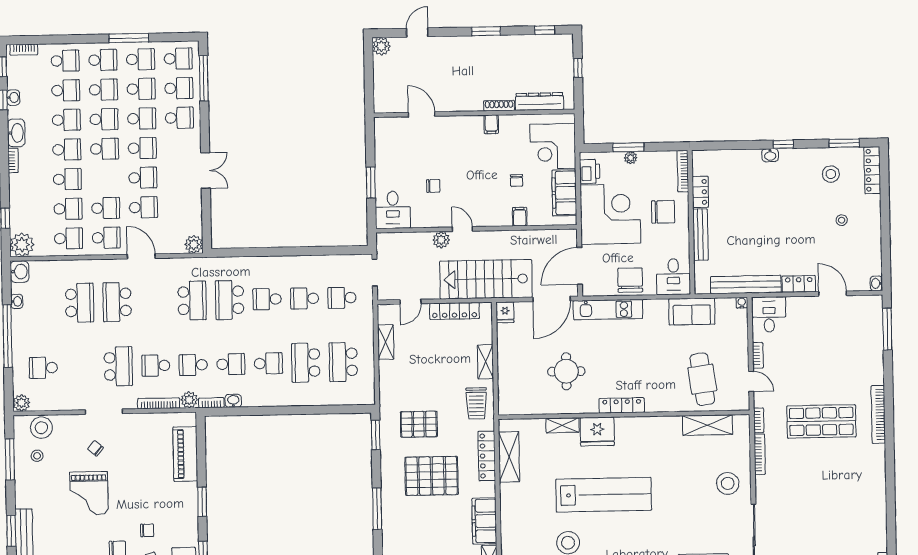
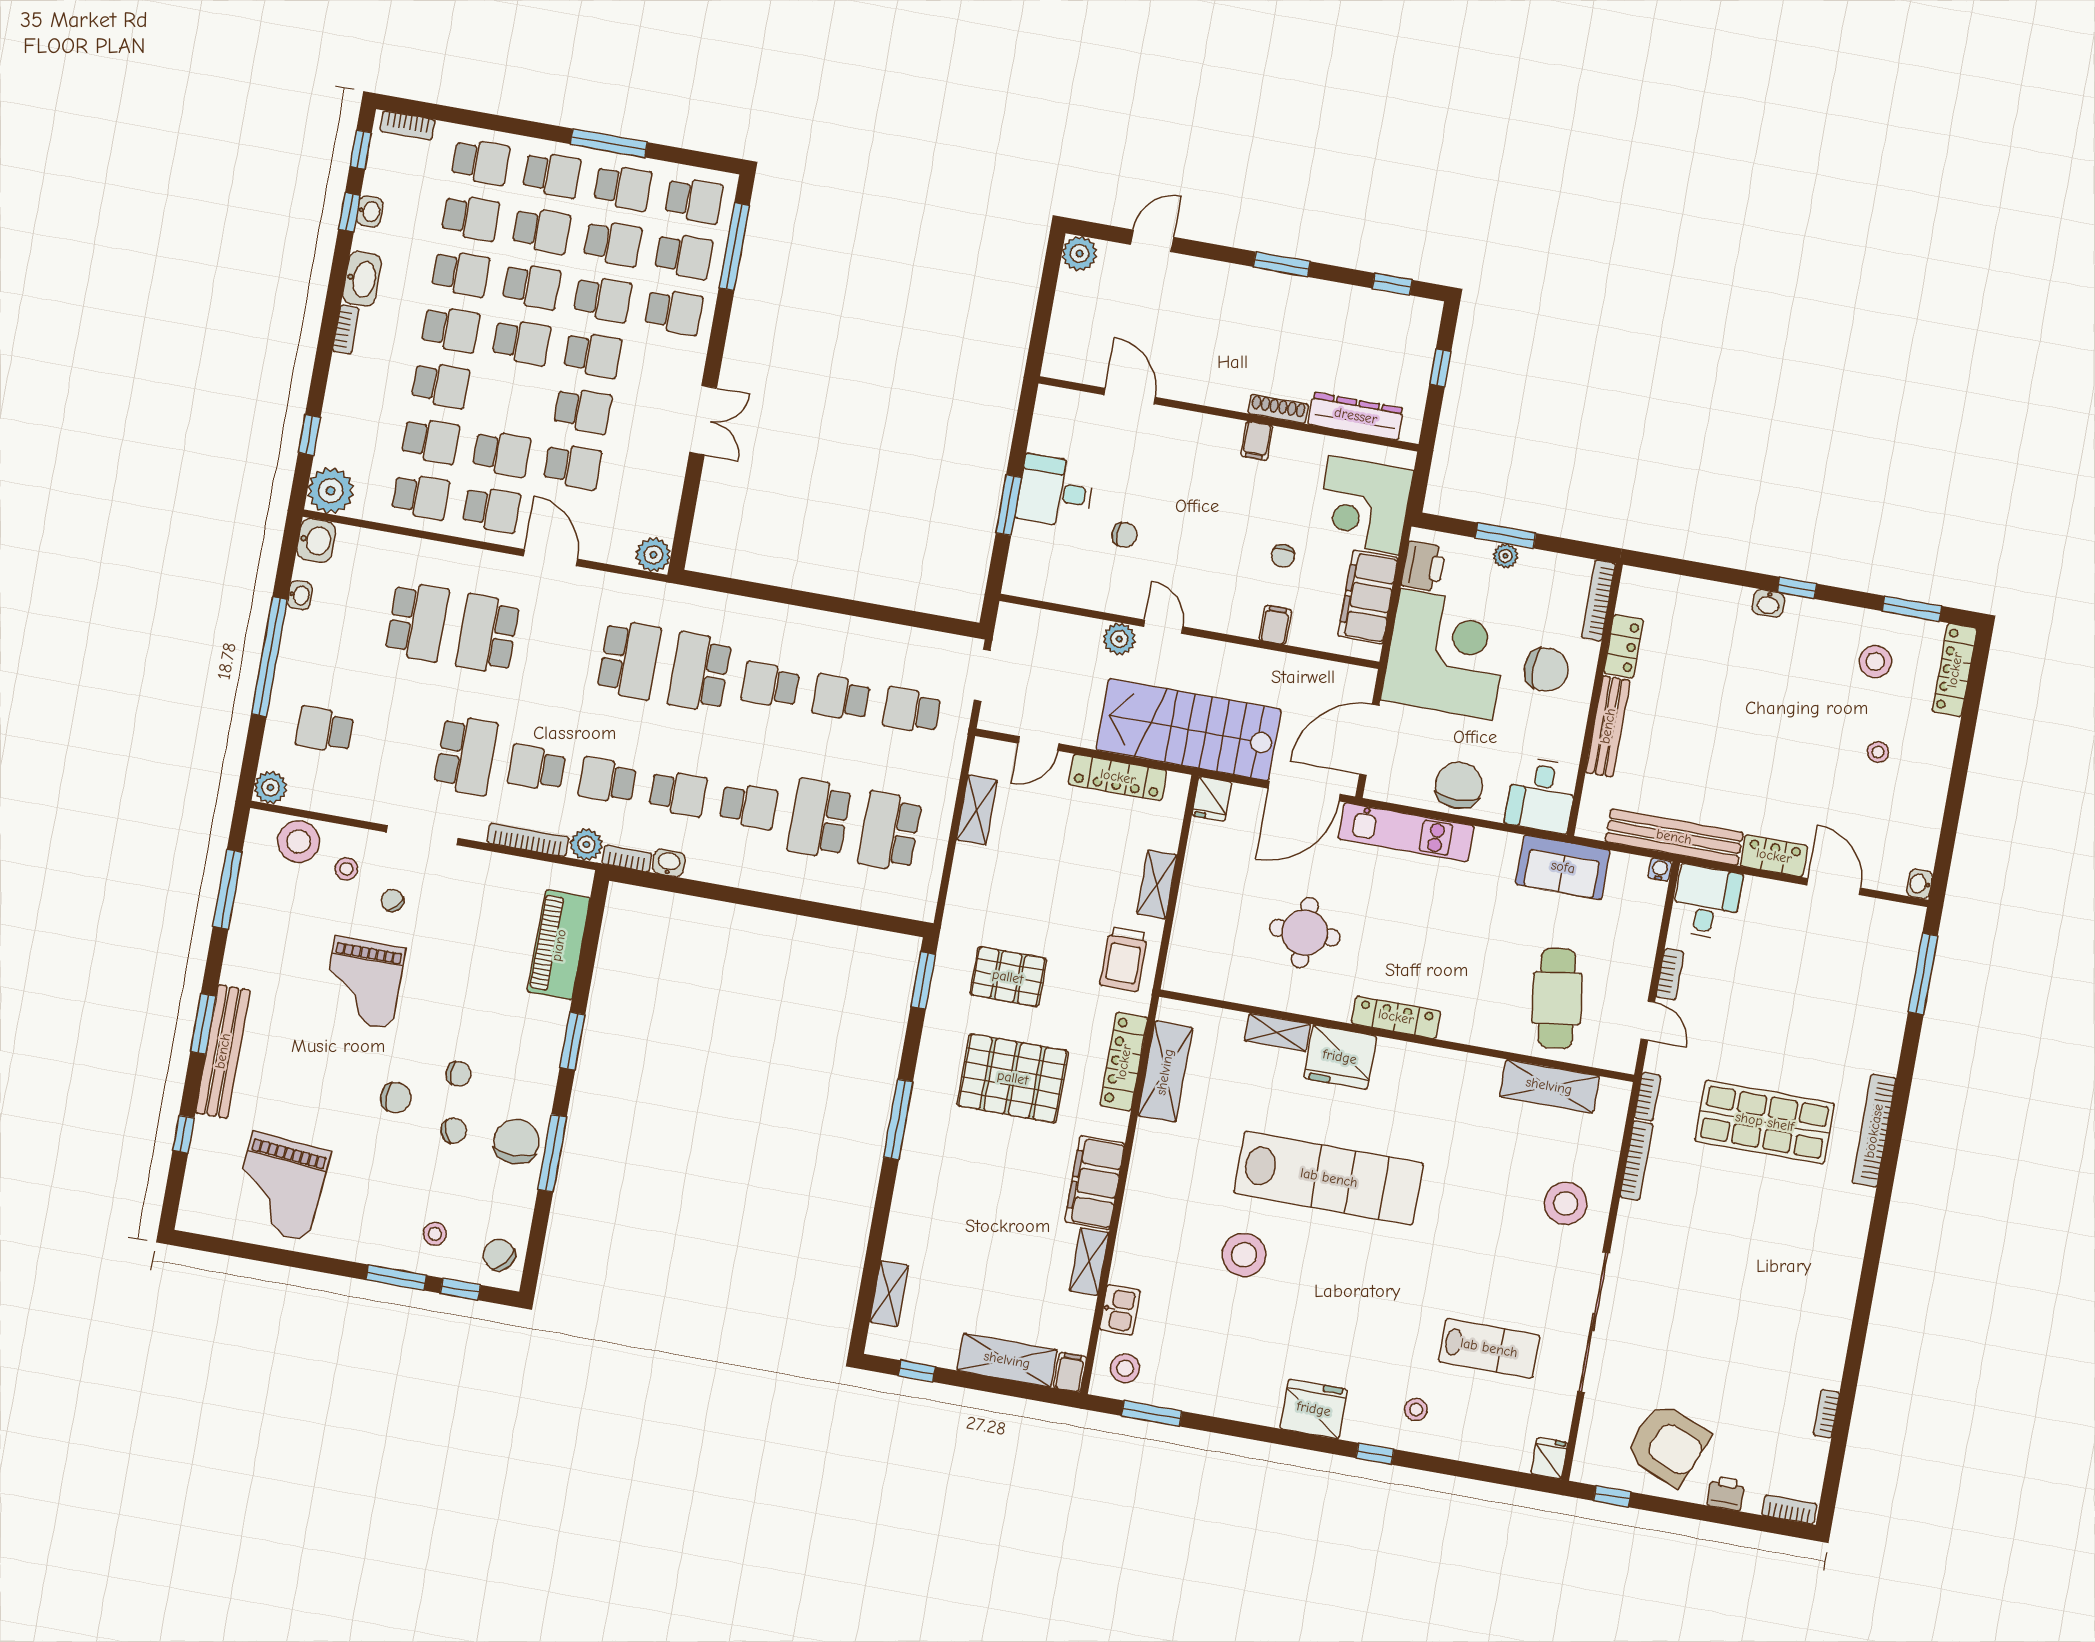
desk: (393, 210) -> (1055, 491), moved, turned 90
stool: (37, 456) -> (346, 869), moved

